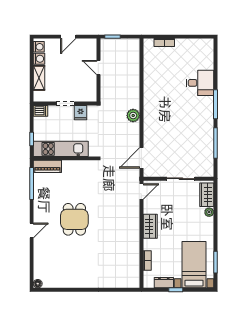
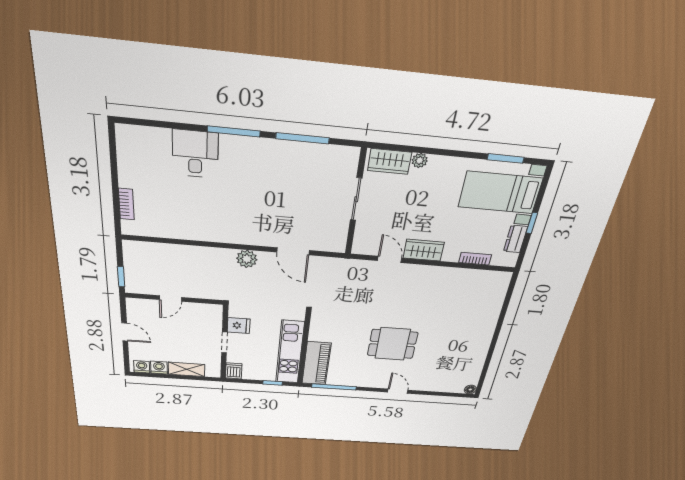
door: (141, 158) -> (293, 251), moved
piano: (47, 166) -> (316, 363), width x1.37, depth x1.33
door: (141, 192) -> (390, 259), moved

